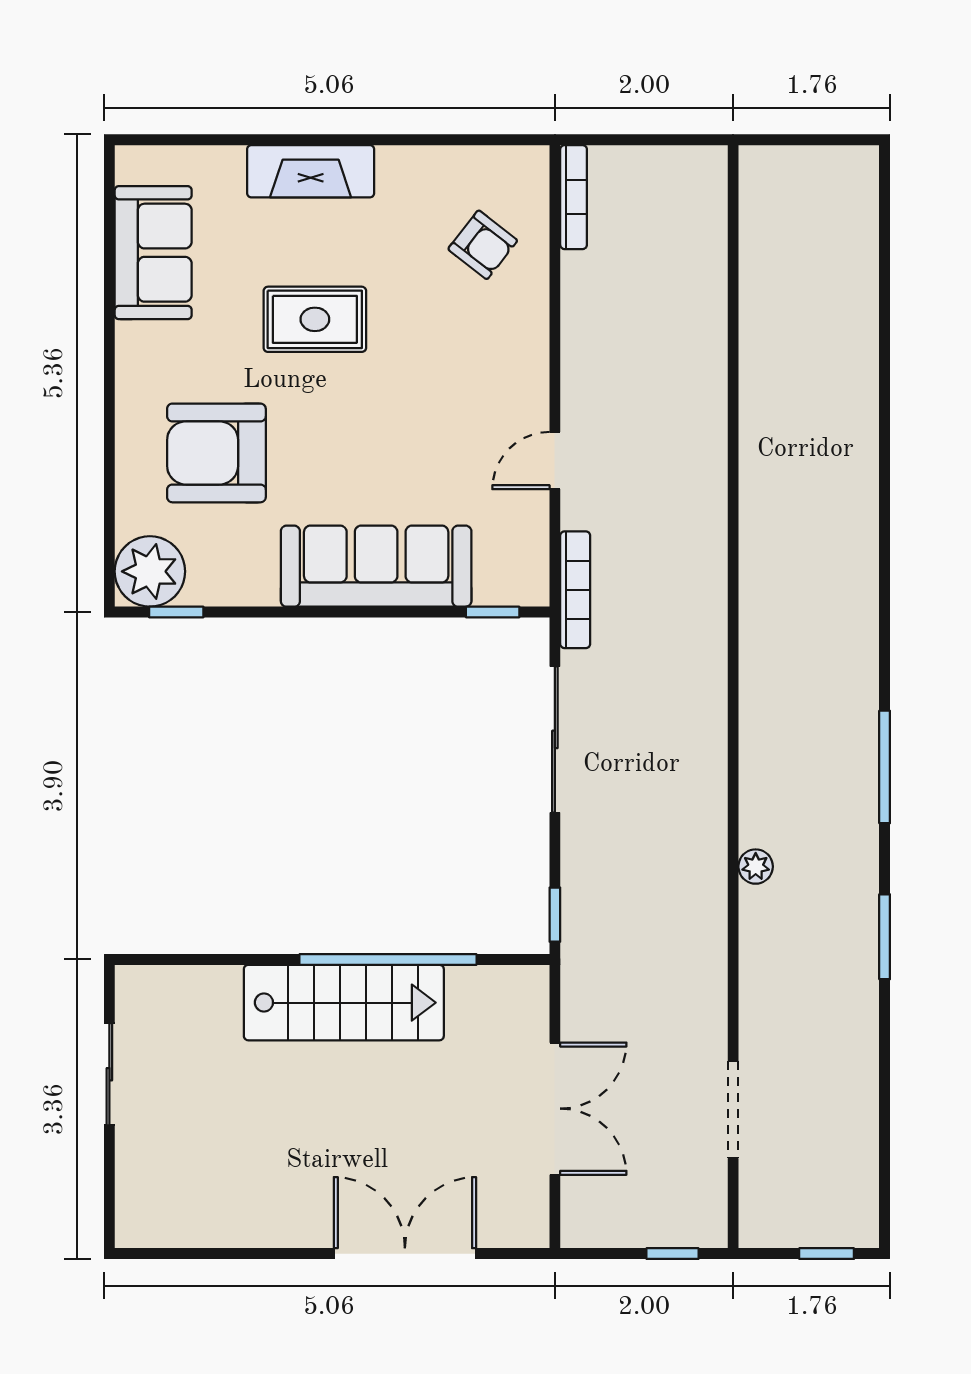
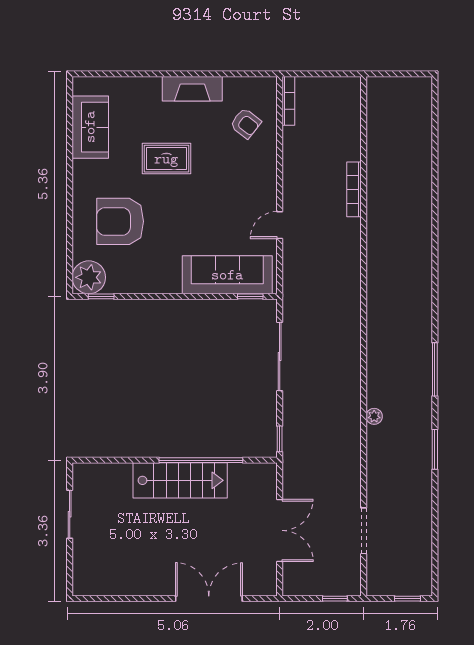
fireplace: (311, 171) -> (192, 89), moved
sofa: (376, 566) -> (227, 275), moved
bookcase: (575, 590) -> (354, 189), moved, turned 180

